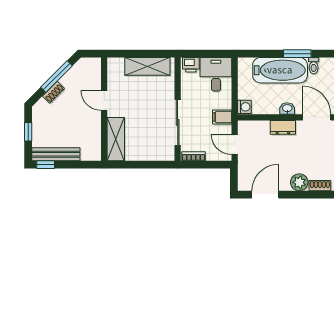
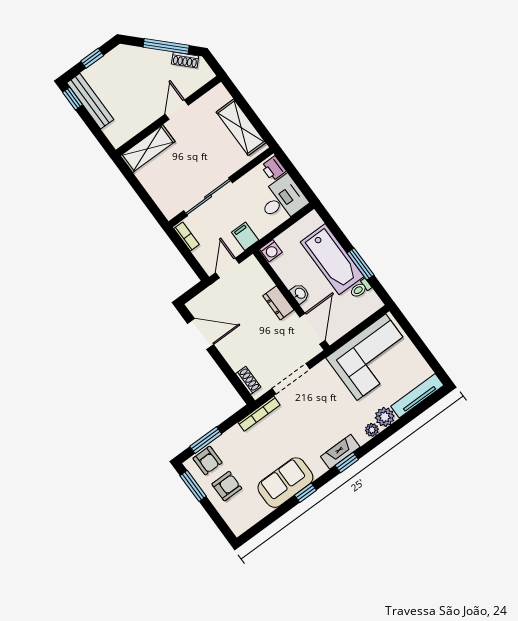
shoe rack: (53, 92) -> (185, 60), moved
plant: (299, 182) -> (237, 358), removed

